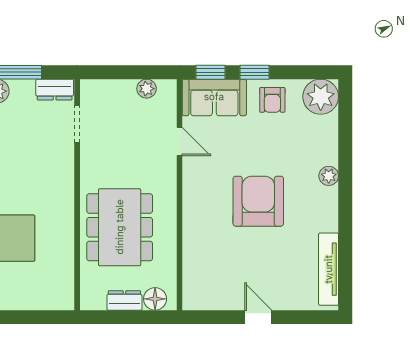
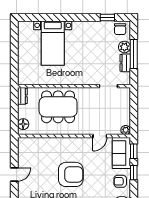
plant: (147, 89) -> (126, 130), moved
dresser: (55, 90) -> (125, 63), moved
dresser: (124, 300) -> (22, 96), moved

